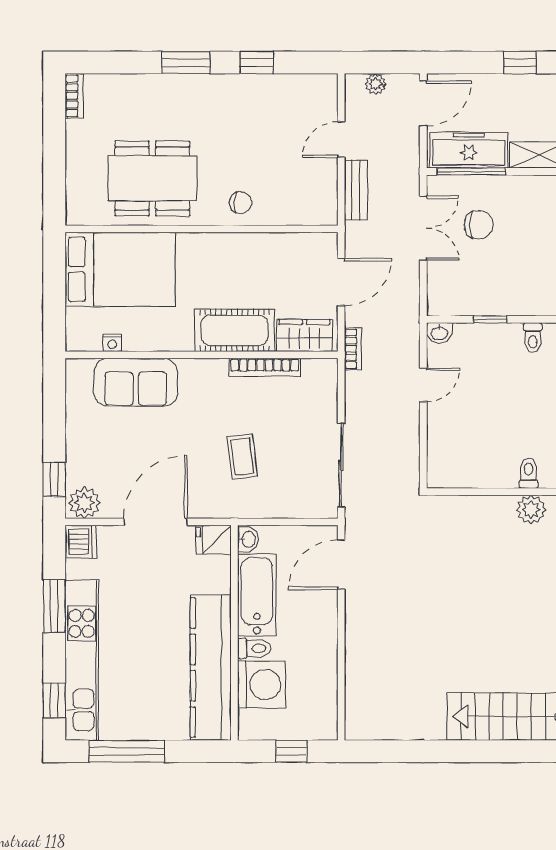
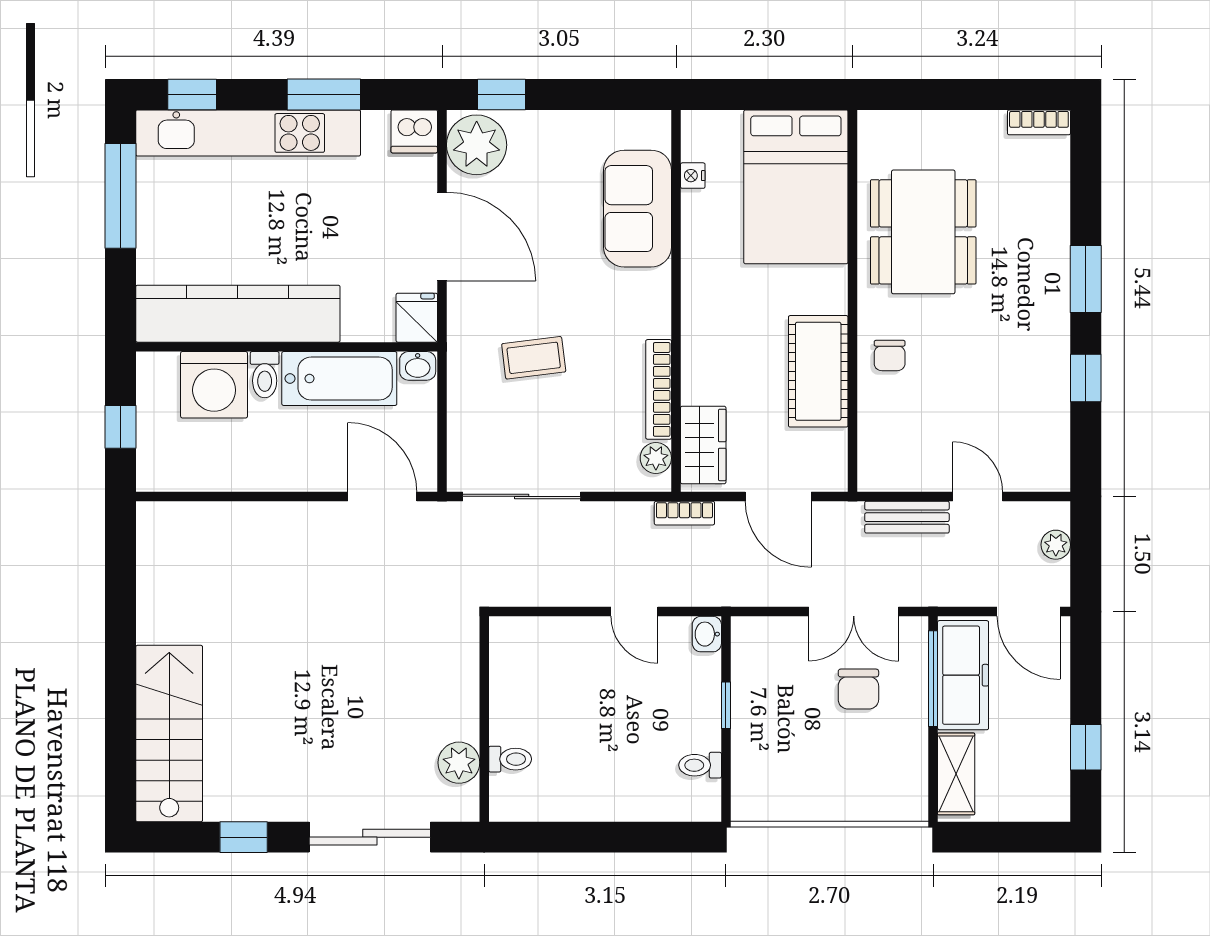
cot: (235, 330) -> (818, 371), moved
plant: (314, 369) -> (656, 458), added
plant: (85, 503) -> (477, 145), width x1.36, depth x1.36

